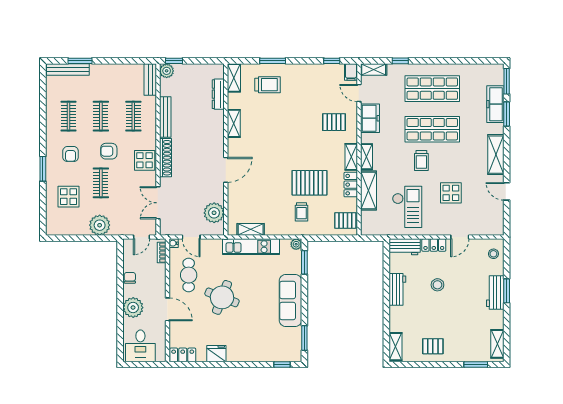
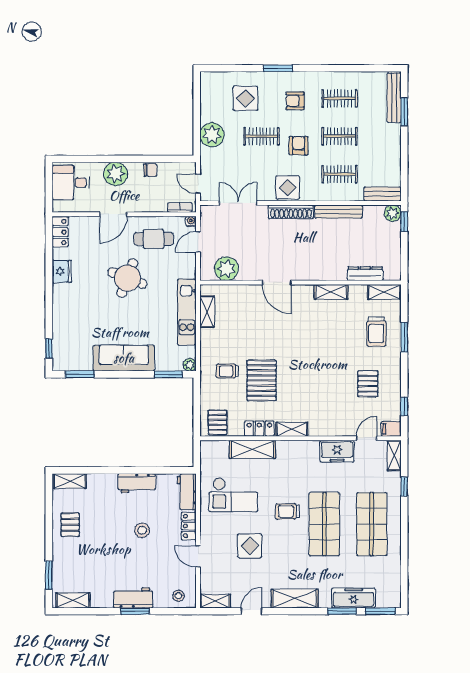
pallet: (334, 122) -> (368, 384), moved
shelving: (366, 157) -> (215, 601), moved

